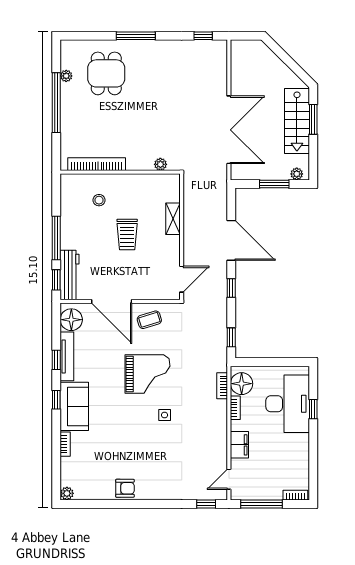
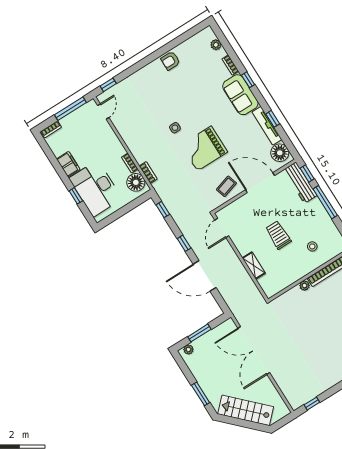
stairs: (297, 121) -> (246, 410), moved, turned -45
plant: (160, 164) -> (305, 286), moved
window: (56, 400) -> (248, 80), moved
filing cabinet: (239, 445) -> (68, 164), moved, turned 180
plant: (67, 493) -> (216, 45), moved

